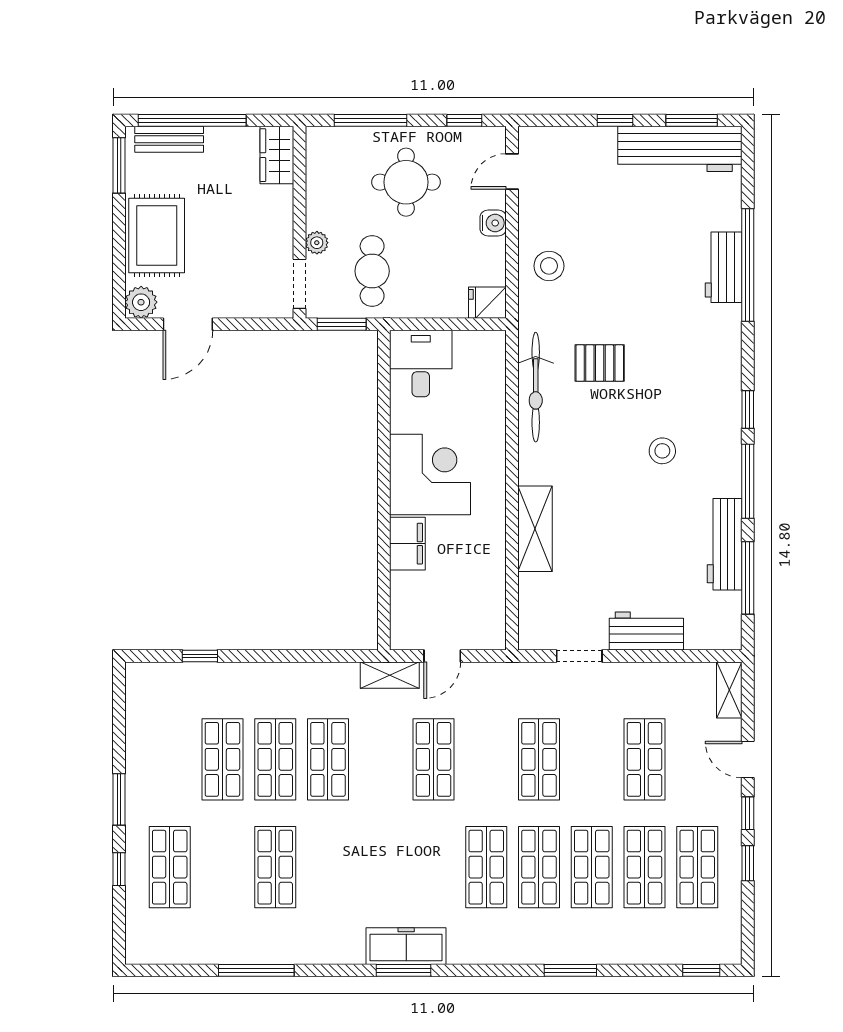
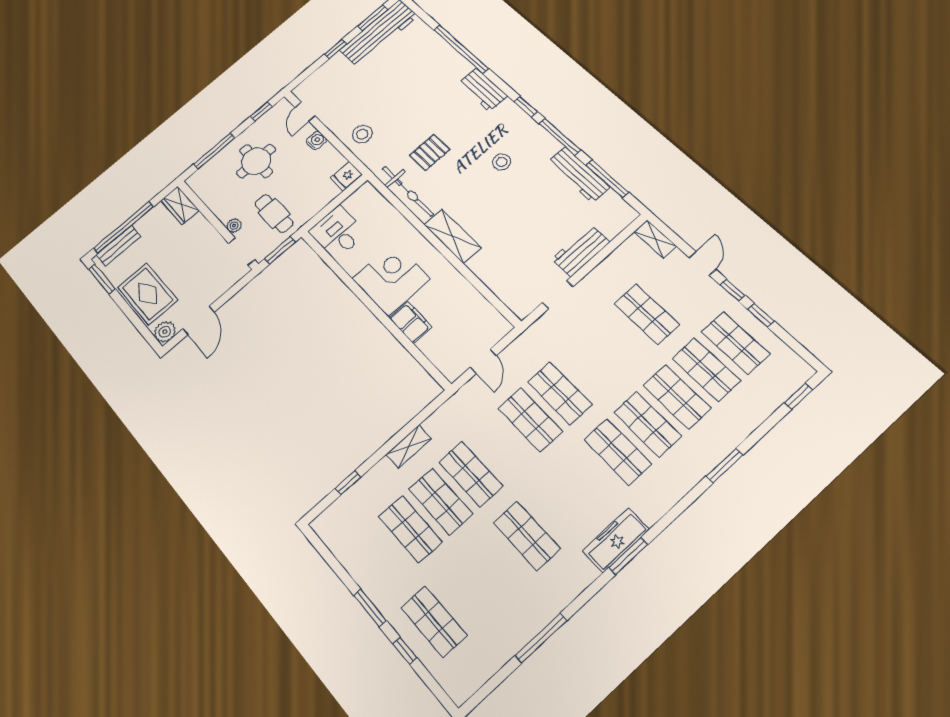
workbench: (724, 267) -> (483, 89), moved
shelving: (535, 529) -> (453, 236), moved
shelving: (390, 675) -> (409, 447), moved
shop shelf: (539, 759) -> (560, 393), moved
door: (748, 760) -> (703, 263), swing flipped
shop shelf: (275, 867) -> (527, 536), moved

